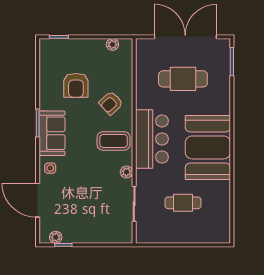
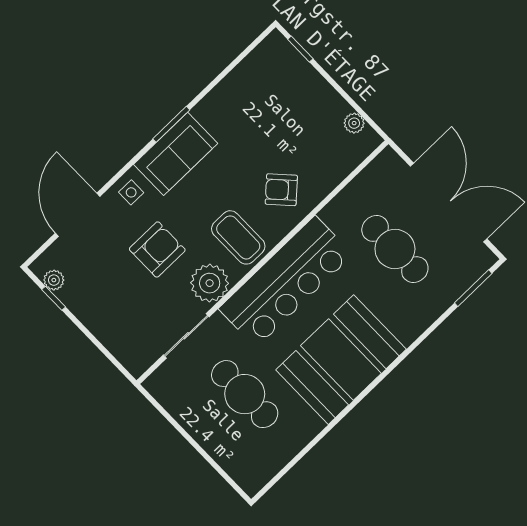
armchair: (76, 85) -> (157, 249), moved, turned 180
bar counter: (152, 139) -> (286, 282), width x1.36
plant: (126, 172) -> (210, 283), width x1.88, depth x1.88
cafe table: (183, 203) -> (245, 394), width x1.37, depth x1.35

